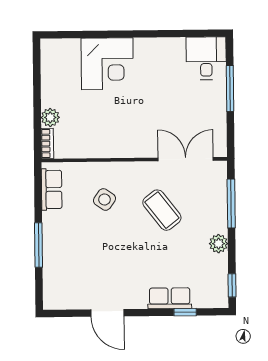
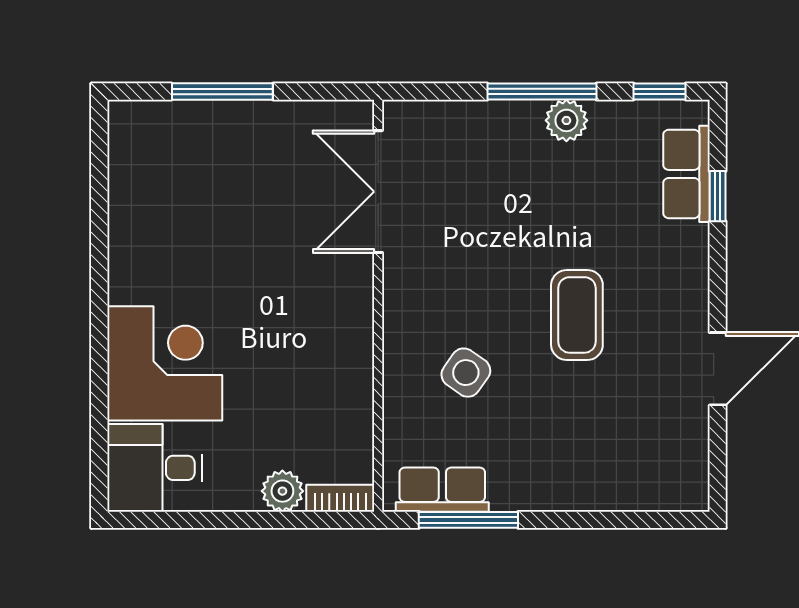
desk: (206, 58) -> (155, 468), moved
window: (231, 203) -> (542, 92), moved
coffee table: (162, 210) -> (577, 315), moved, turned -52
window: (39, 245) -> (468, 520), moved
row of seats: (170, 298) -> (686, 174), moved

